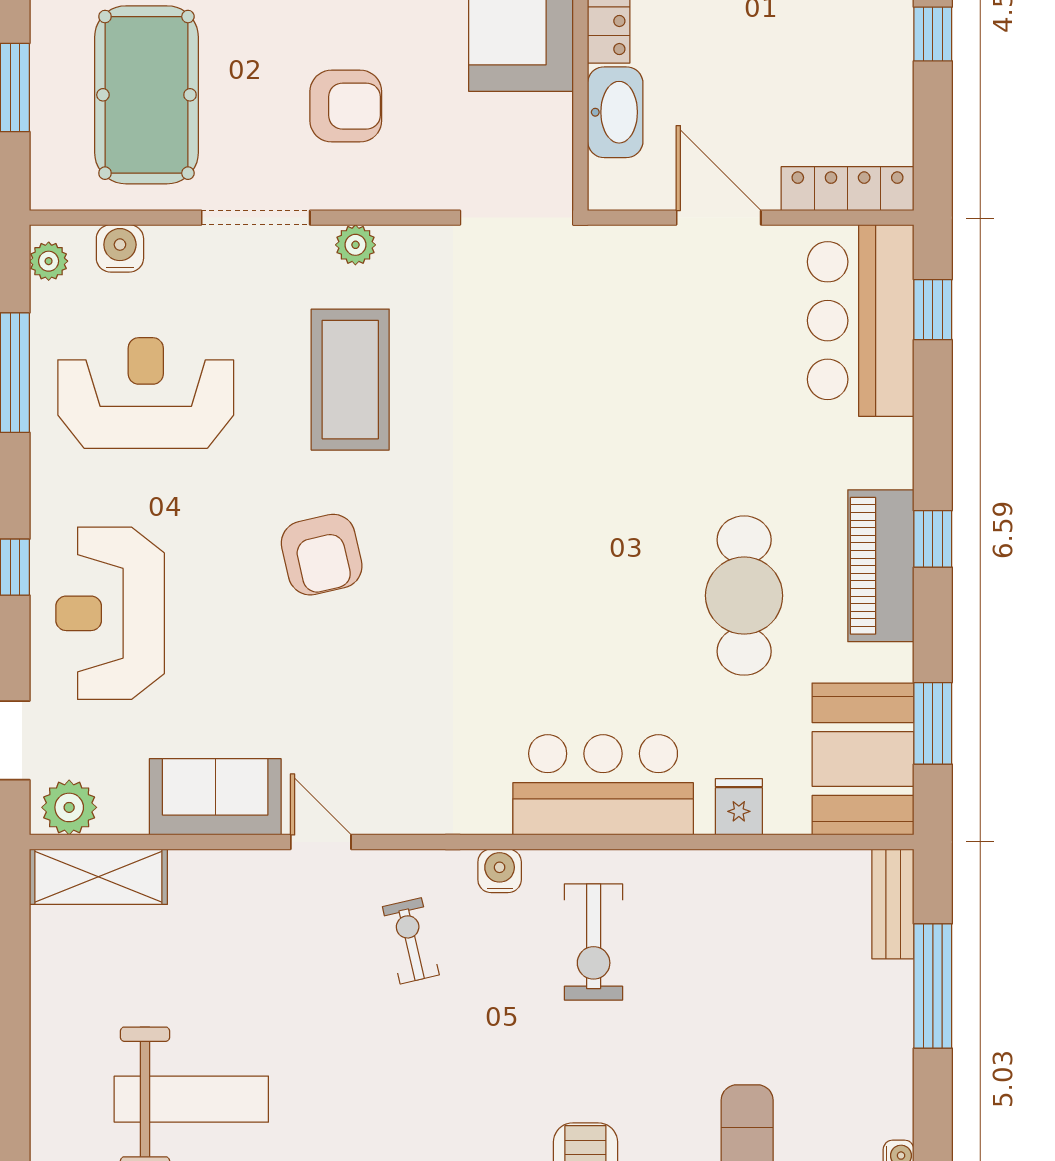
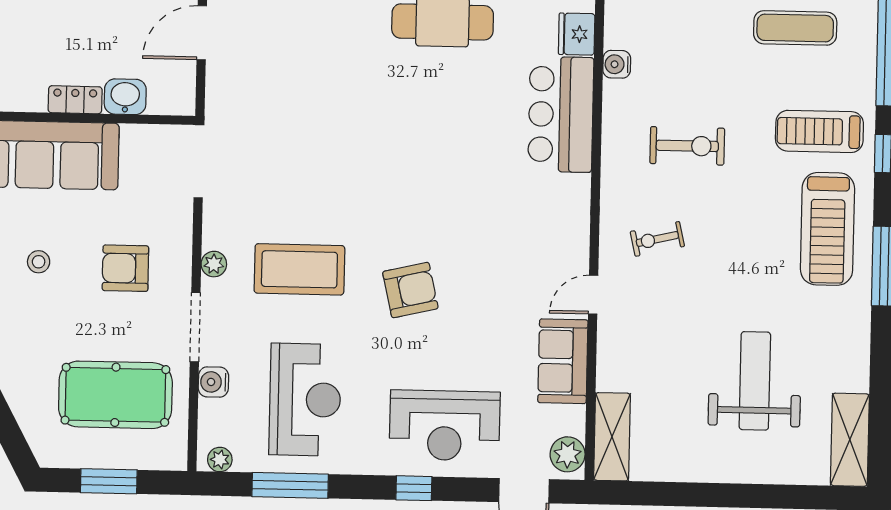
armchair: (346, 106) -> (125, 268), turned -90
washbasin: (615, 112) -> (125, 97), width x0.72
water cooler: (120, 248) -> (213, 382), moved
reception desk: (146, 393) -> (305, 400), turned 180
fridge: (739, 807) -> (577, 34), width x1.38
water cooler: (500, 871) -> (617, 64), moved
exercise bike: (594, 942) -> (687, 146), moved

